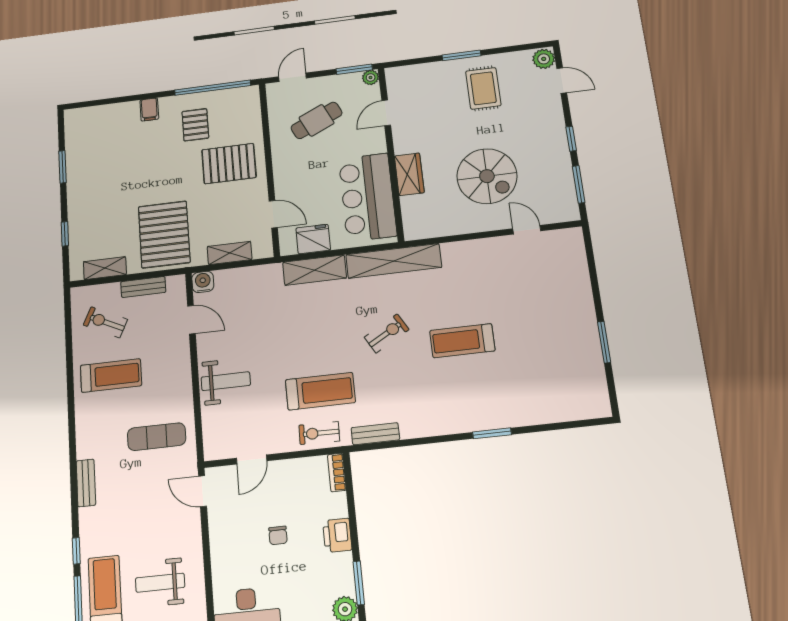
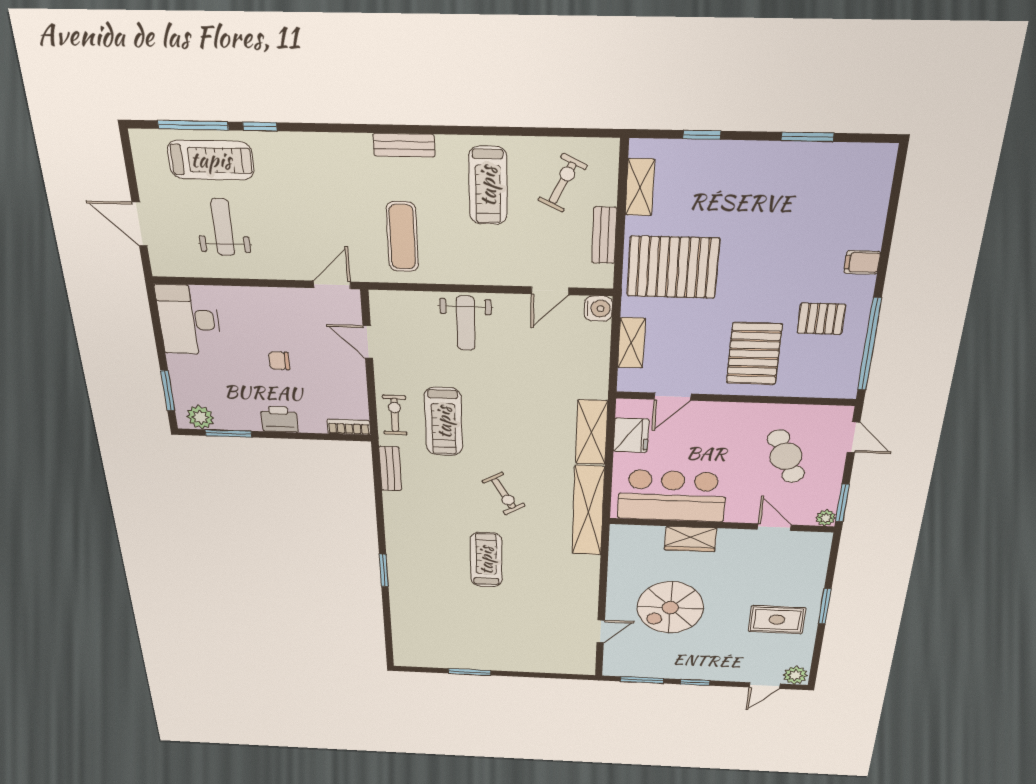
bench: (86, 483) -> (404, 145), moved

